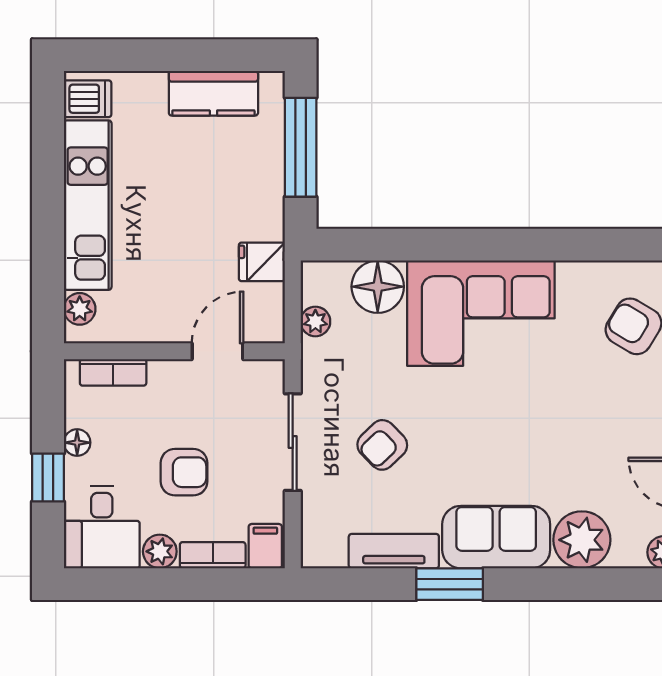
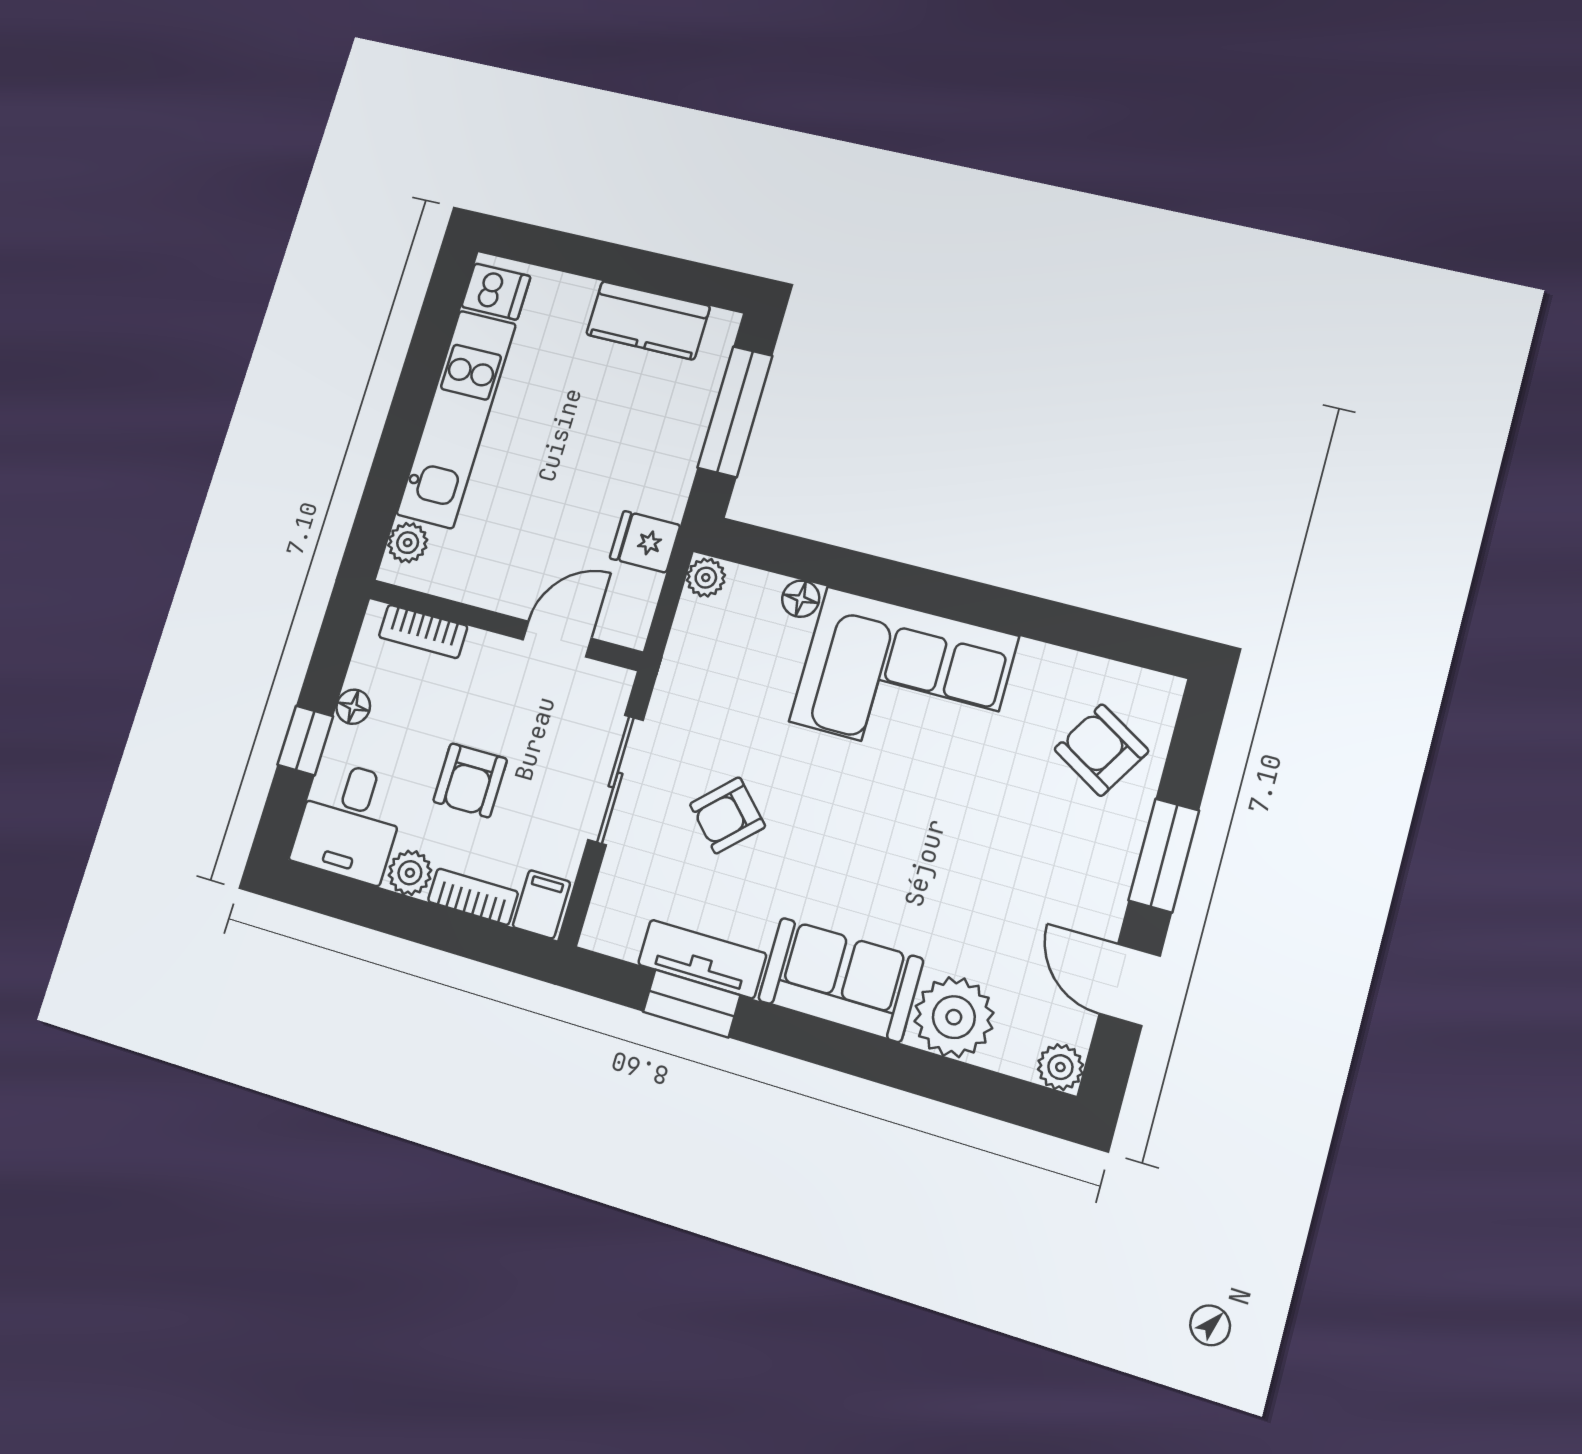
floor lamp: (378, 287) -> (801, 599), width x0.53, depth x0.53
plant: (315, 321) -> (706, 578), moved
armchair: (184, 472) -> (470, 780), turned 90
window: (450, 584) -> (692, 1003), moved

